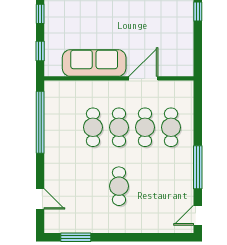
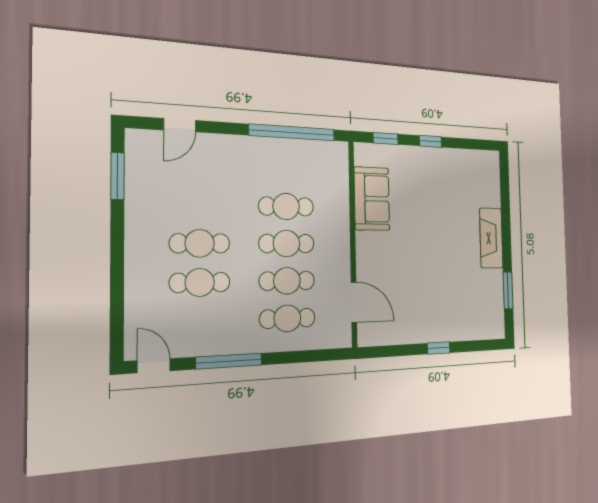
sofa: (94, 63) -> (372, 199), width x0.73
door: (143, 78) -> (354, 302), moved
cafe table: (145, 186) -> (200, 282), added

